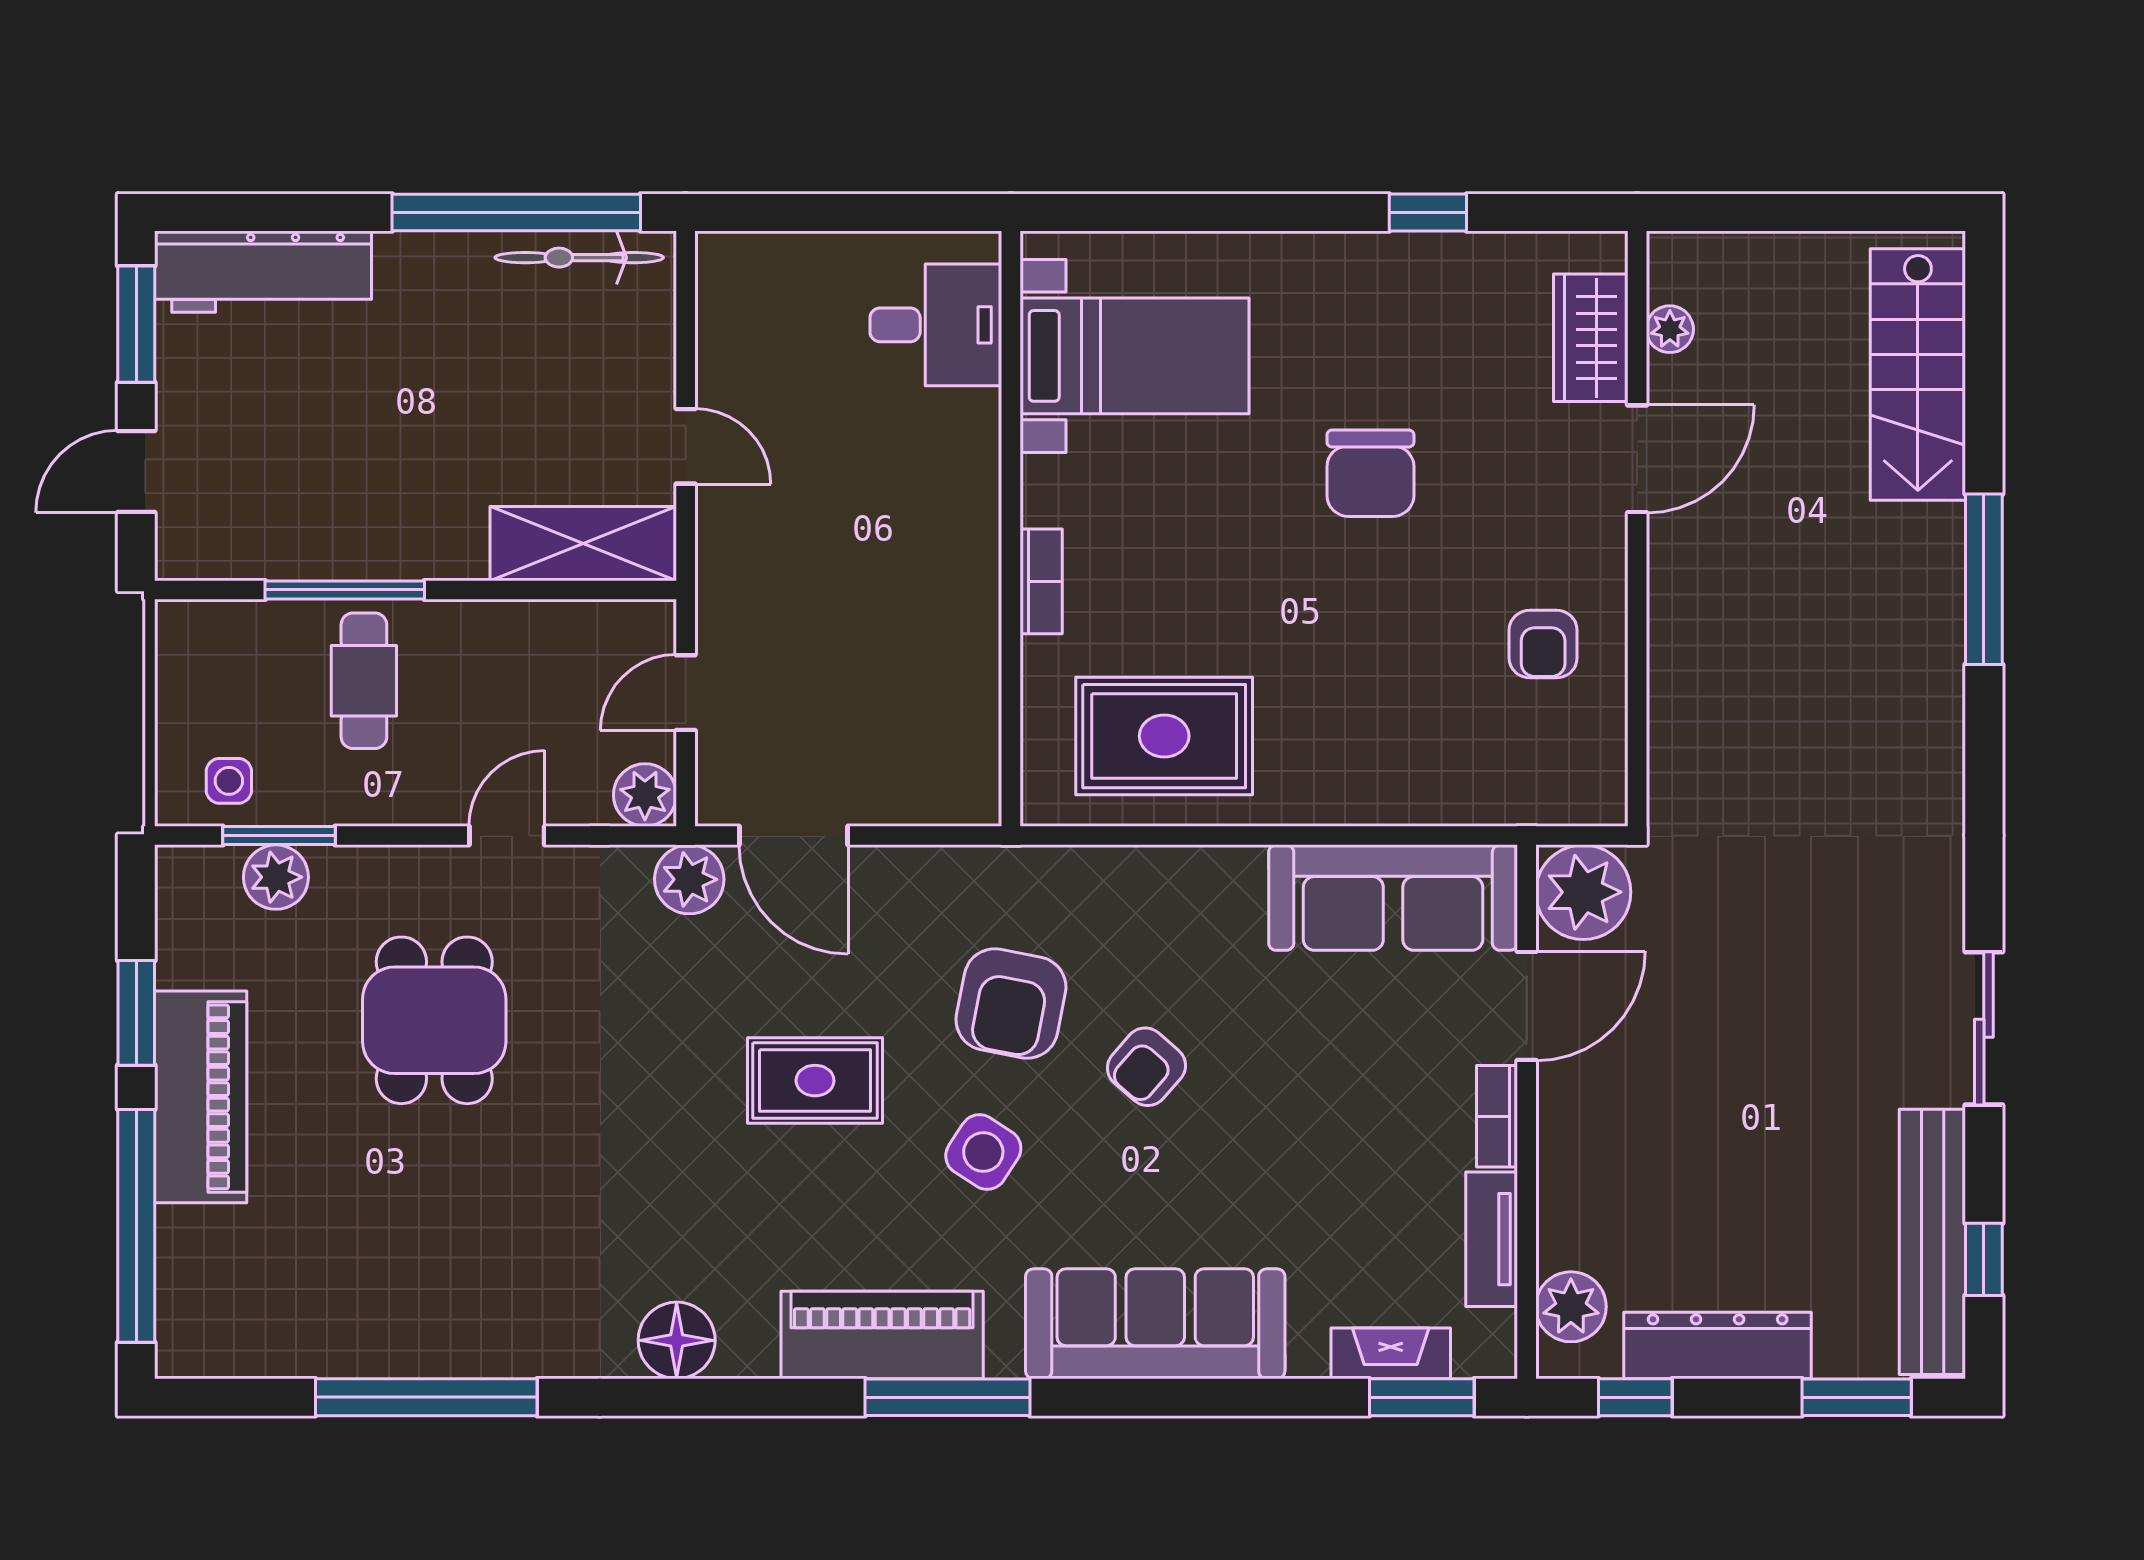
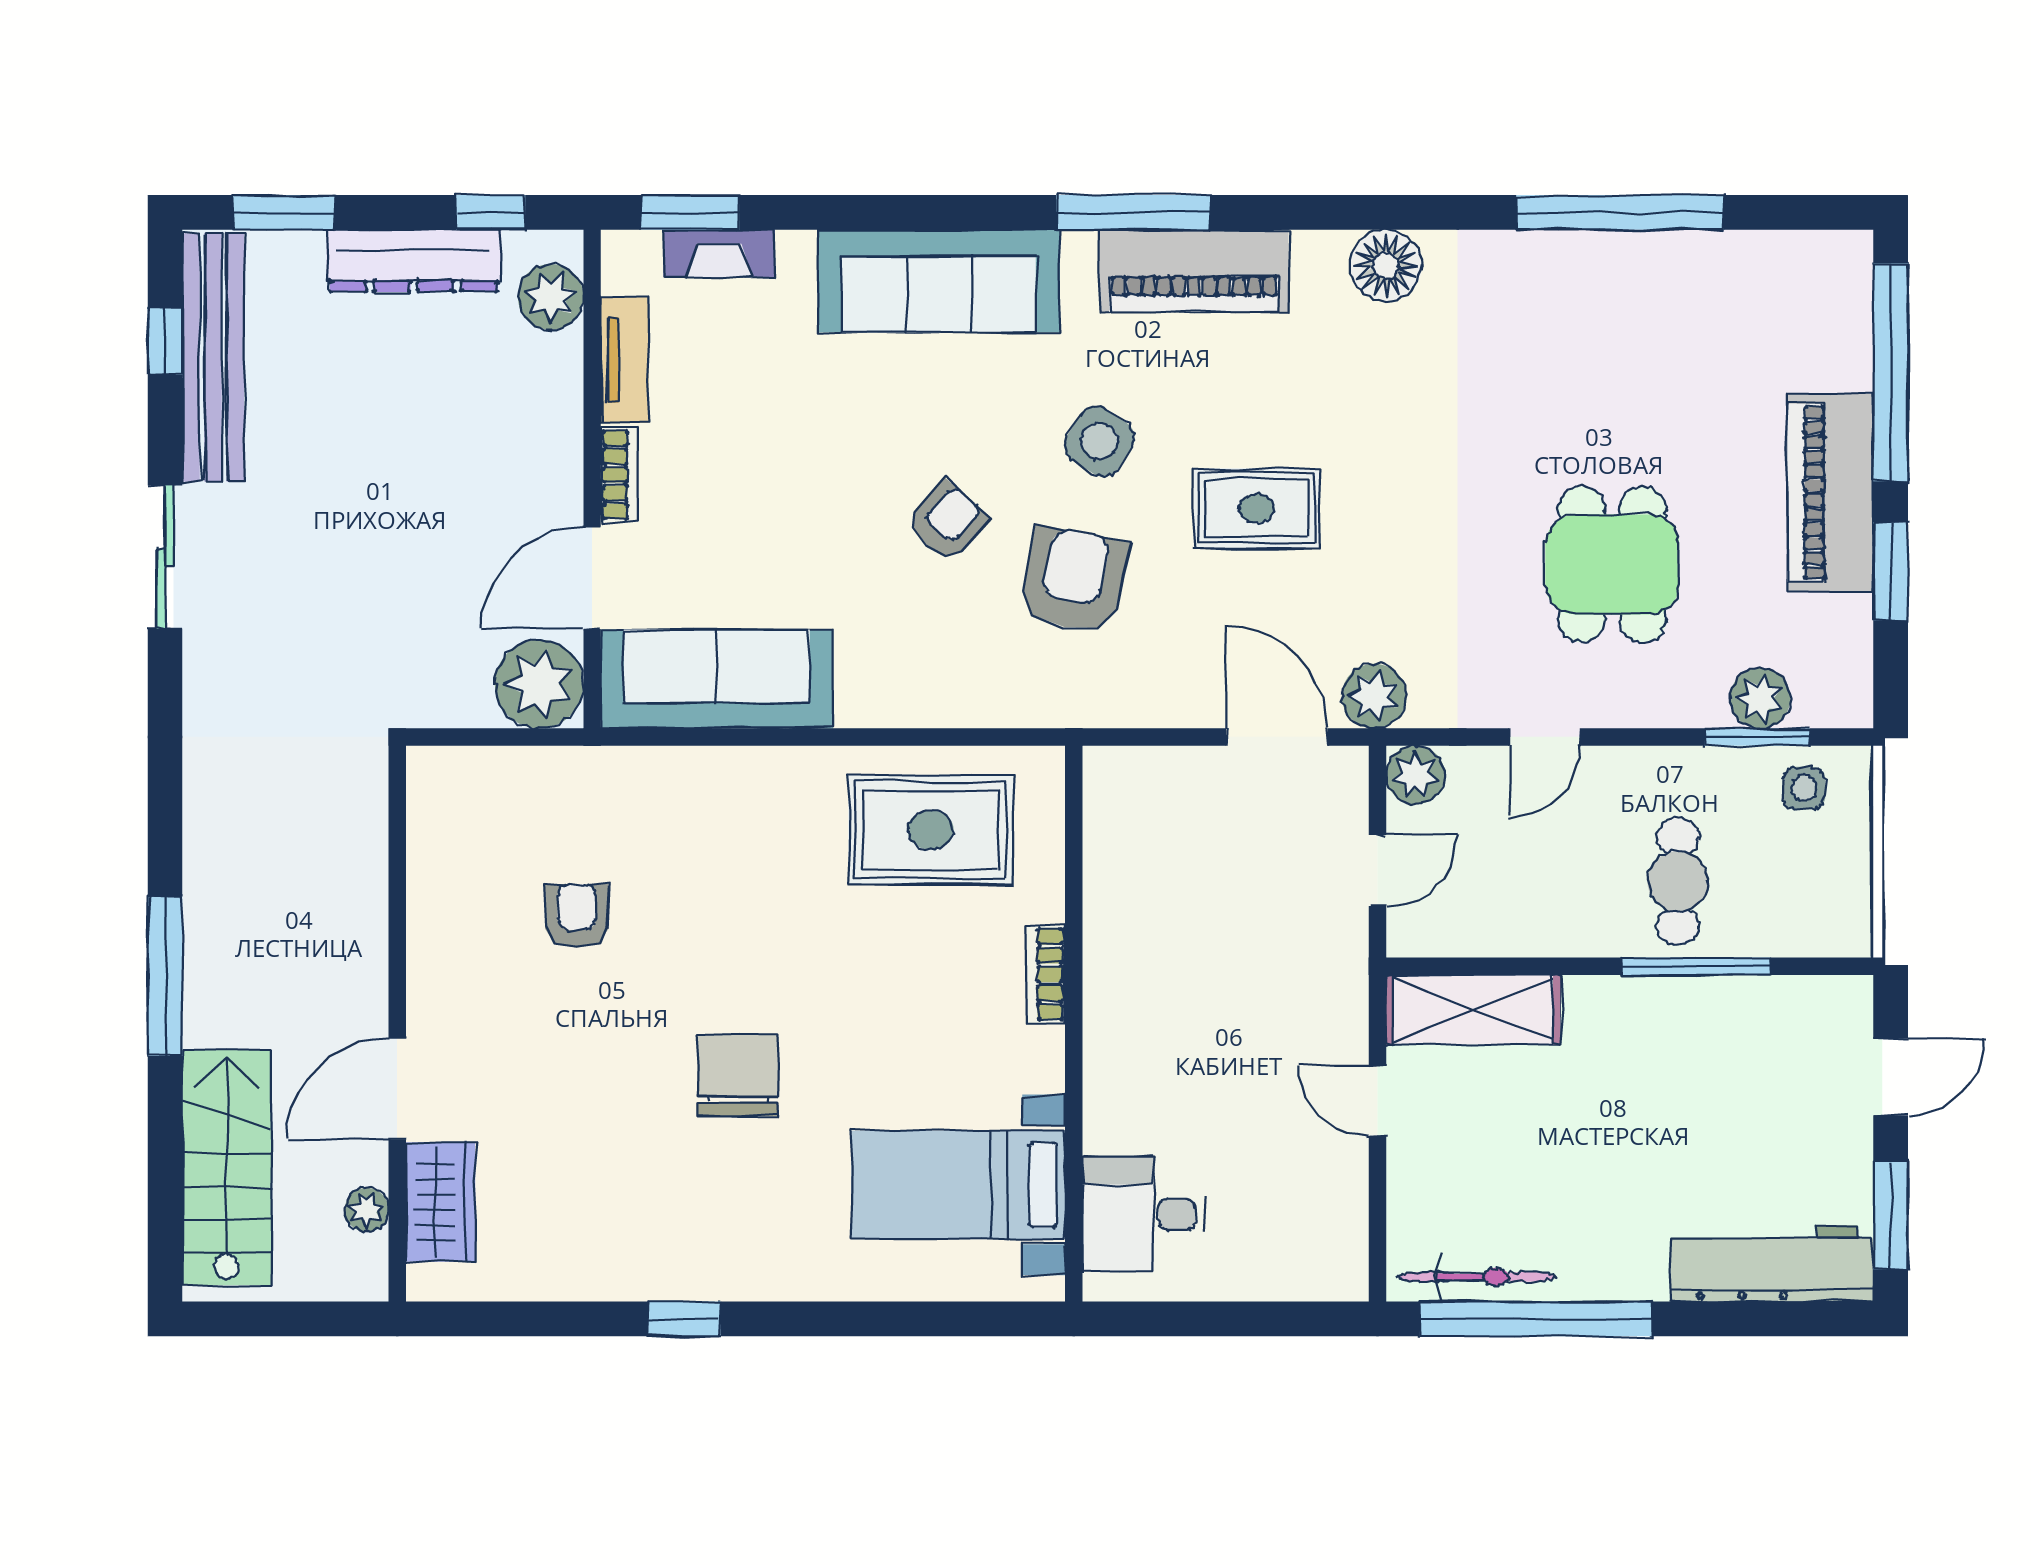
plant: (1670, 329) -> (367, 1210), moved
wardrobe: (1591, 338) -> (440, 1202), moved
door: (1637, 459) -> (397, 1089), moved
wall: (1637, 529) -> (397, 1024), moved

